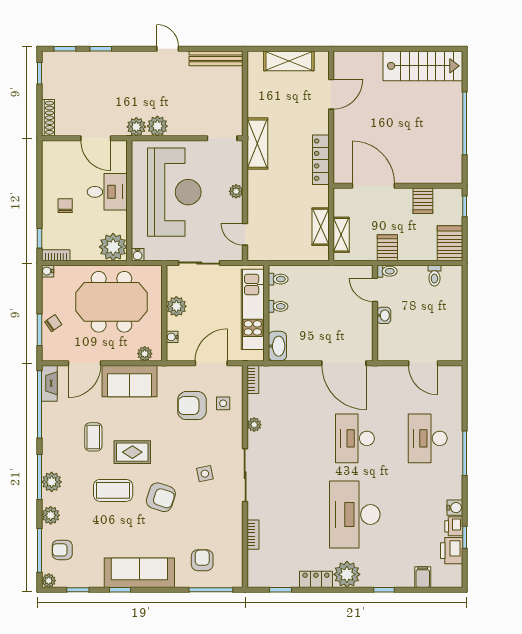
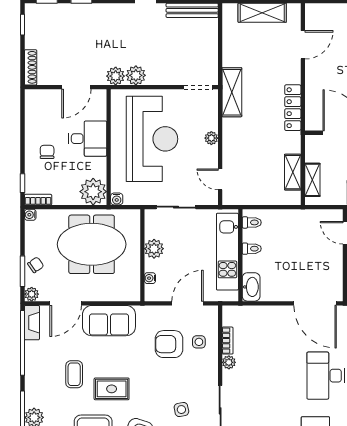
door: (96, 138) -> (76, 87), hinge flipped
plant: (145, 354) -> (32, 294), moved
bookcase: (253, 379) -> (228, 341), moved

